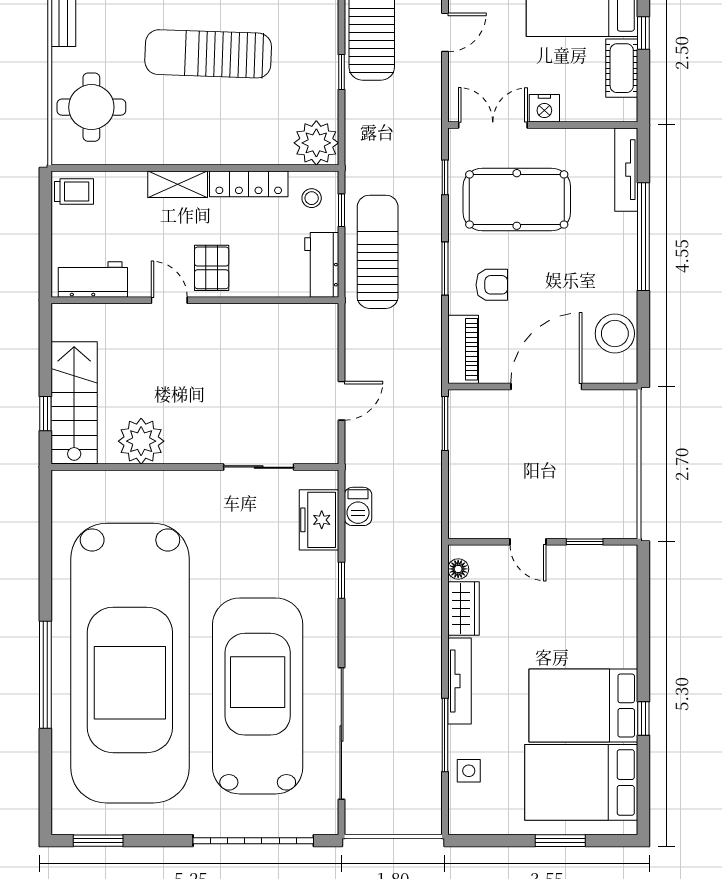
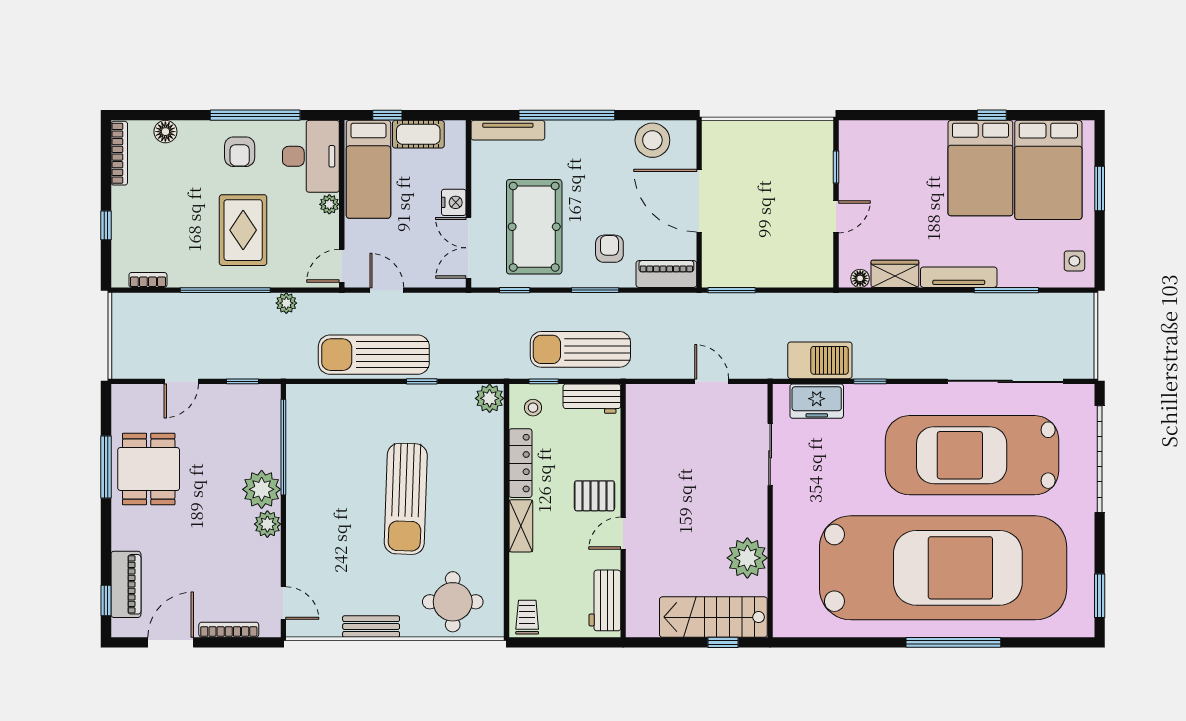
plant: (316, 143) -> (490, 398), width x0.73, depth x0.73
barbecue: (358, 506) -> (820, 360), width x1.88, depth x1.53
side table: (469, 771) -> (1074, 261), moved

